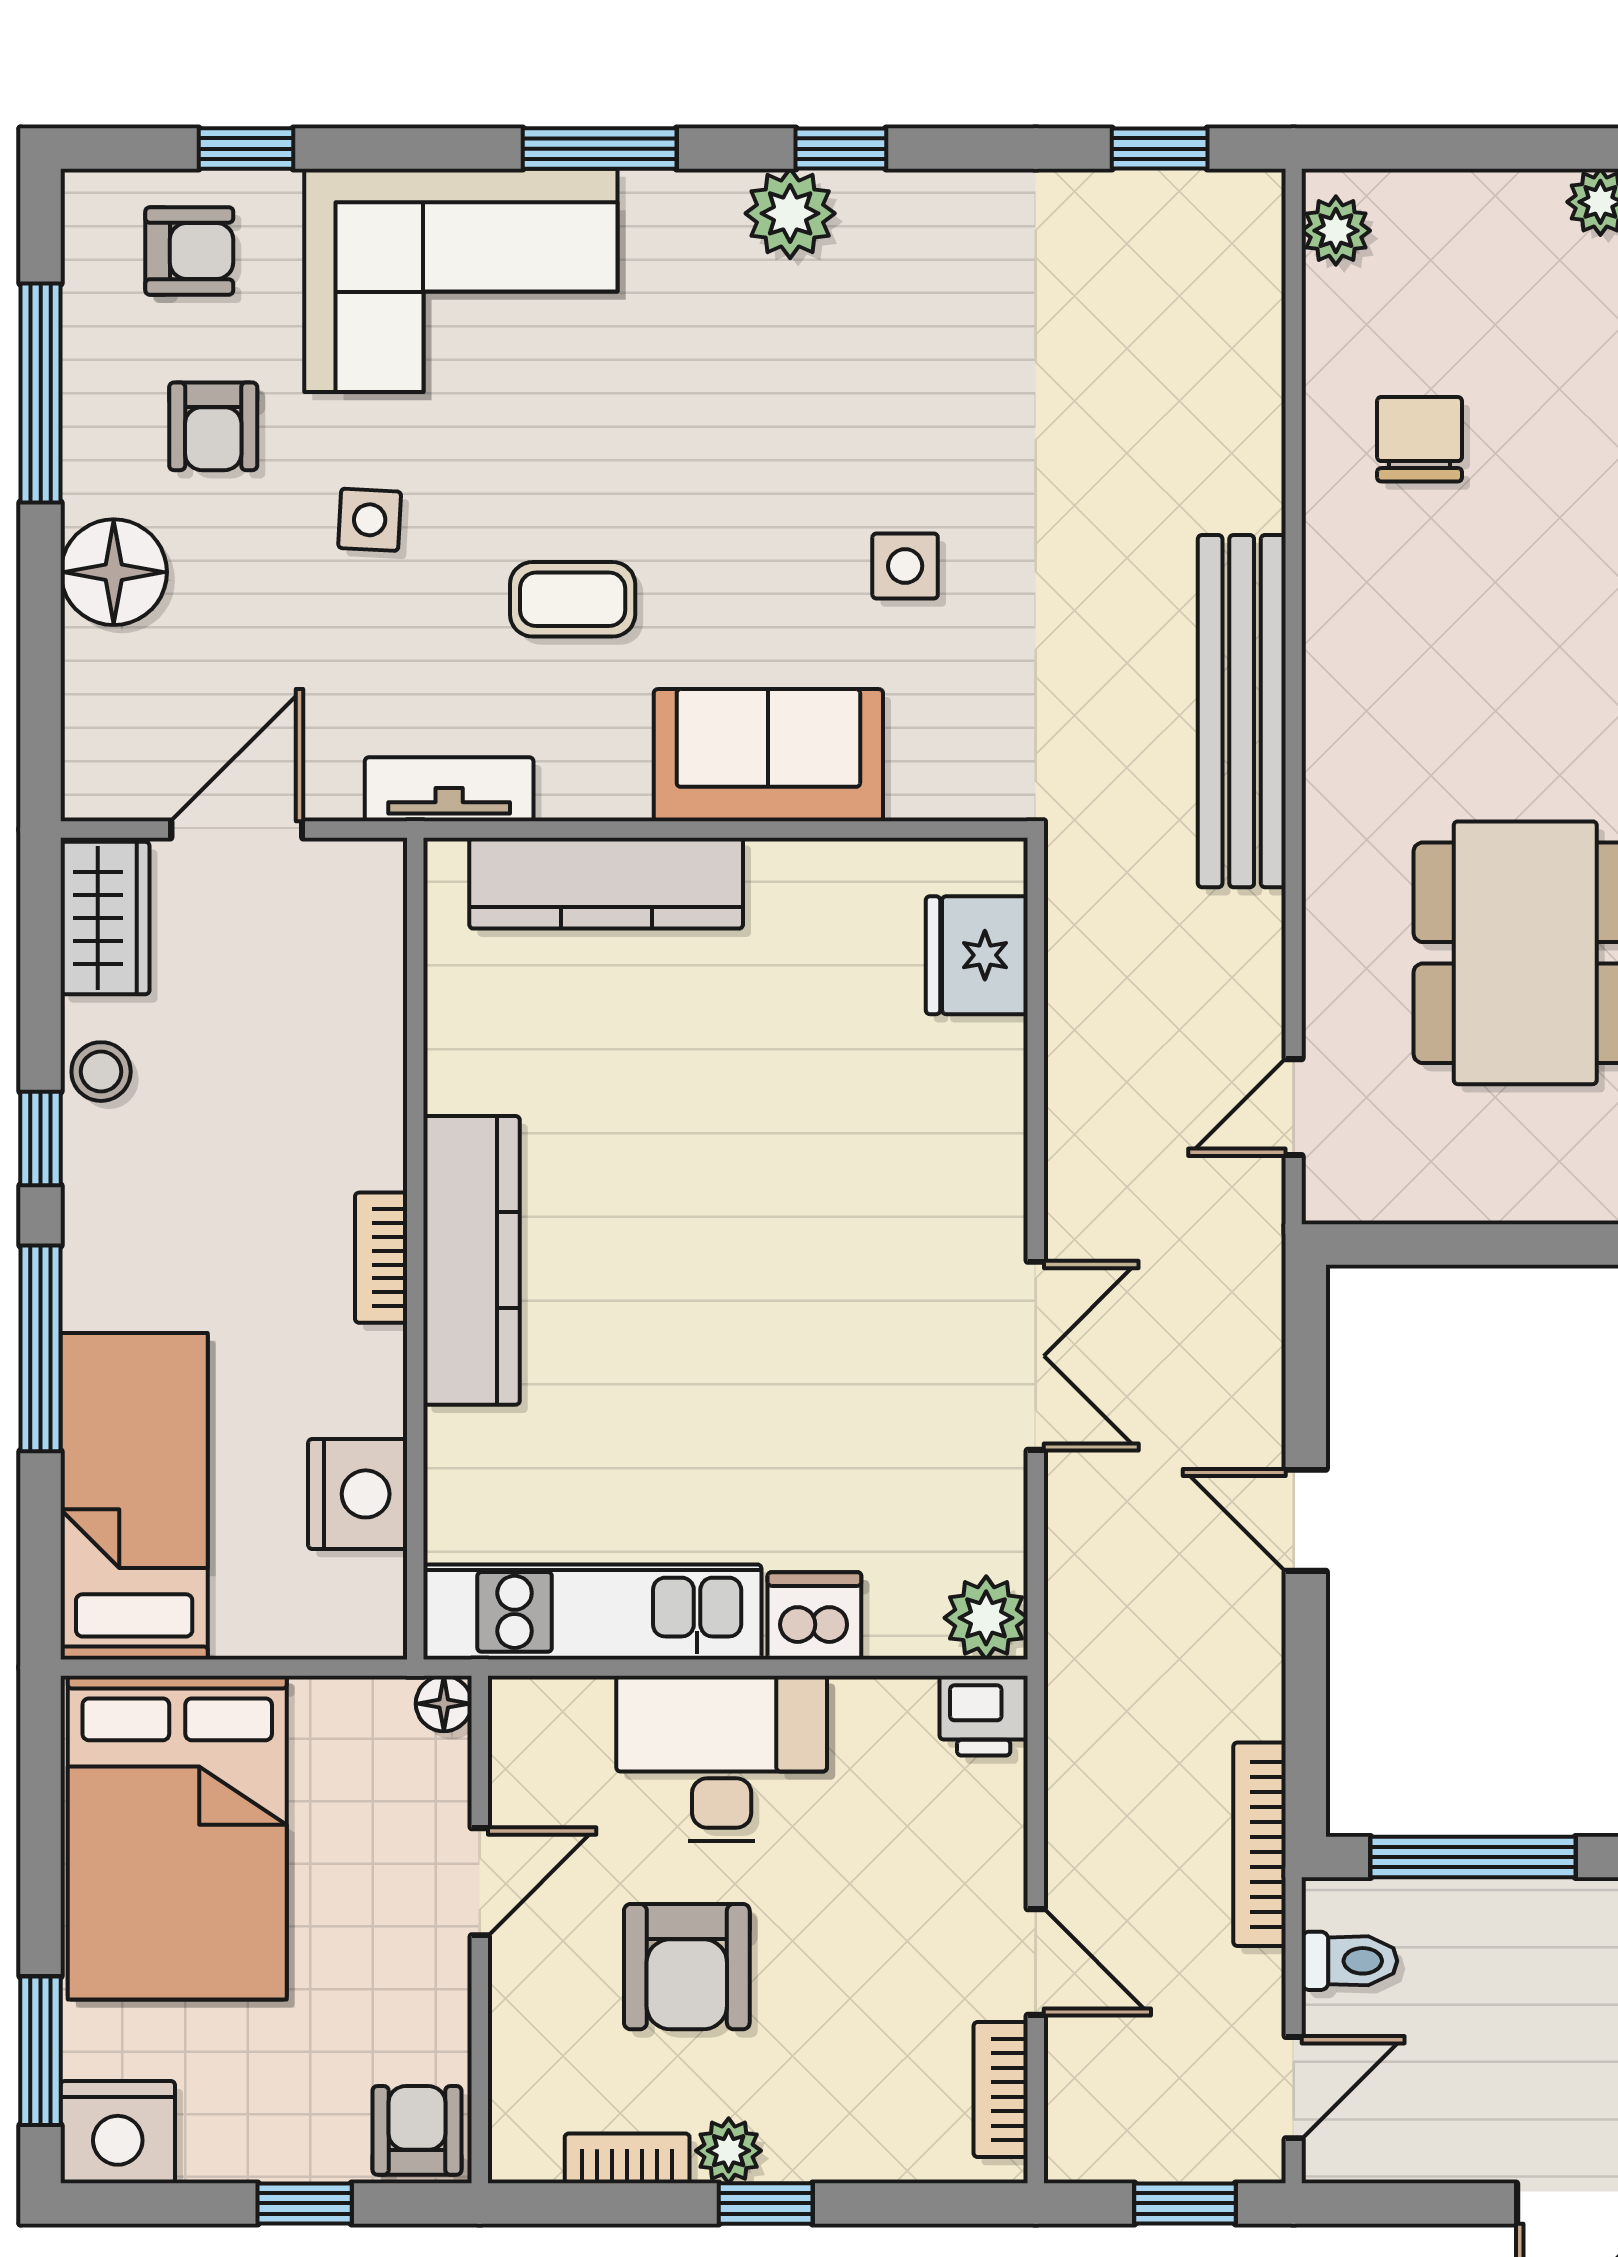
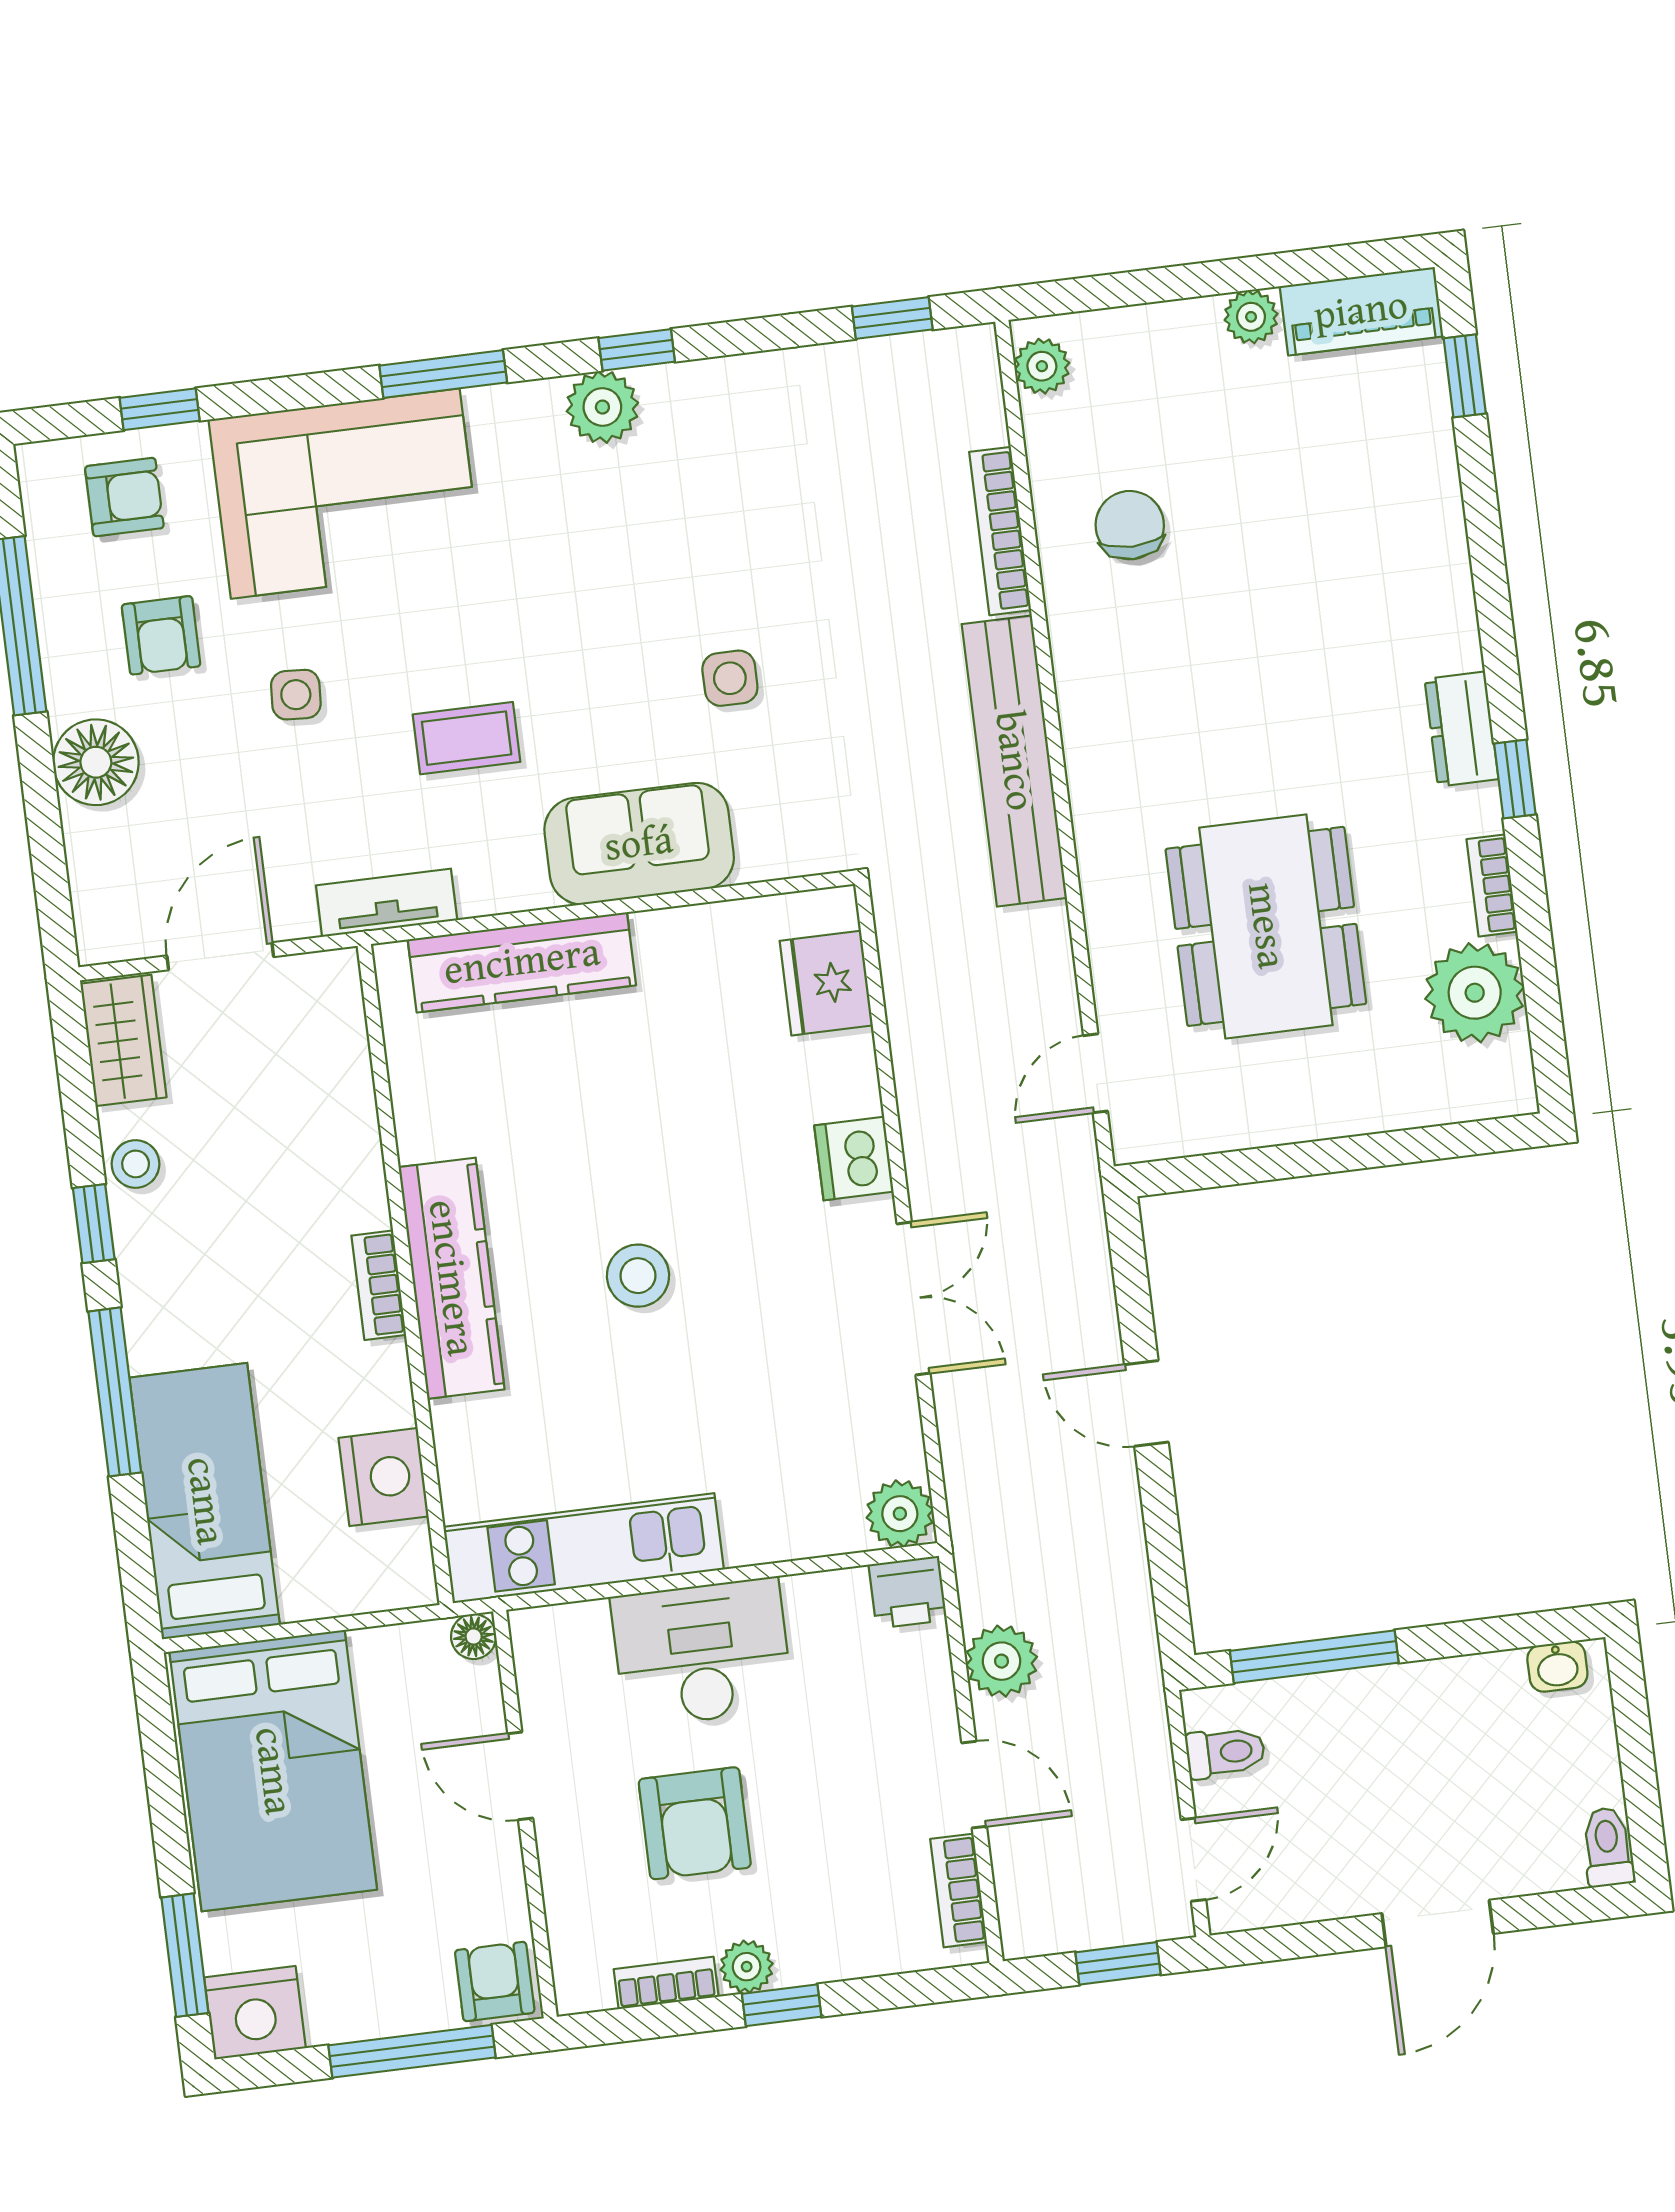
stool: (701, 1286) -> (638, 1276), added
dishwasher: (814, 1616) -> (854, 1159), moved, turned -90
plant: (1088, 1814) -> (1001, 1661), added
bookcase: (1259, 1844) -> (1000, 531), moved
door: (480, 1882) -> (520, 1776), swing flipped
window: (305, 2203) -> (412, 2051), width x2.17

